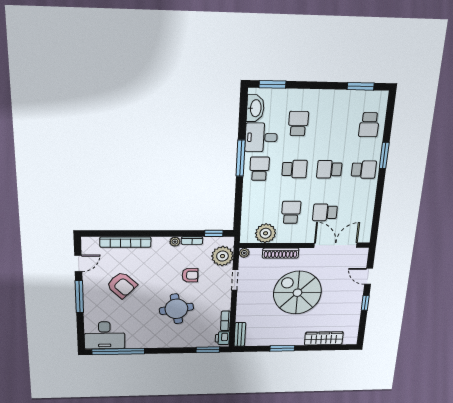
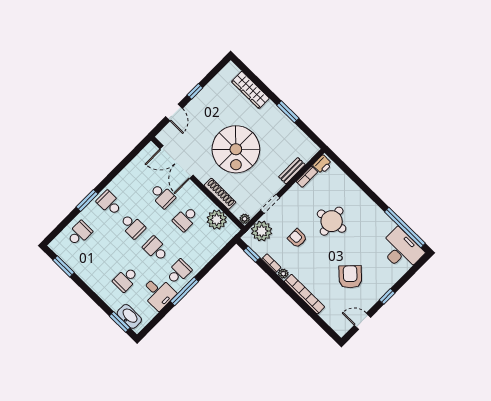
washbasin: (255, 108) -> (129, 316), moved, turned 90
school desk: (259, 169) -> (179, 272), turned 180
bookcase: (125, 242) -> (304, 294), moved
window: (79, 297) -> (387, 296), width x0.46
bench: (240, 334) -> (292, 171), moved
window: (208, 350) -> (342, 165), removed

